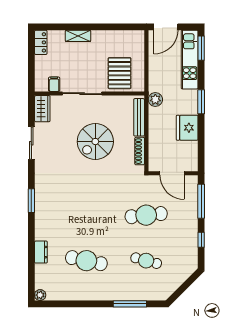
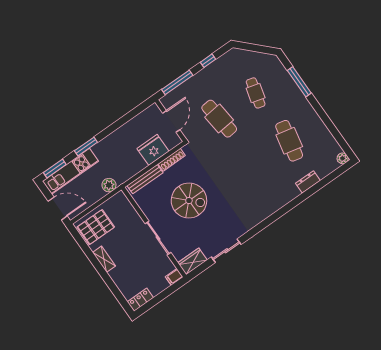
shelving: (78, 36) -> (104, 259), moved
pallet: (120, 73) -> (96, 227), moved
filing cabinet: (54, 84) -> (174, 277), moved
plant: (155, 100) -> (109, 185), moved
window: (201, 102) -> (86, 147), moved
fridge: (187, 128) -> (153, 150), moved, turned 180
window: (31, 201) -> (272, 218), removed

